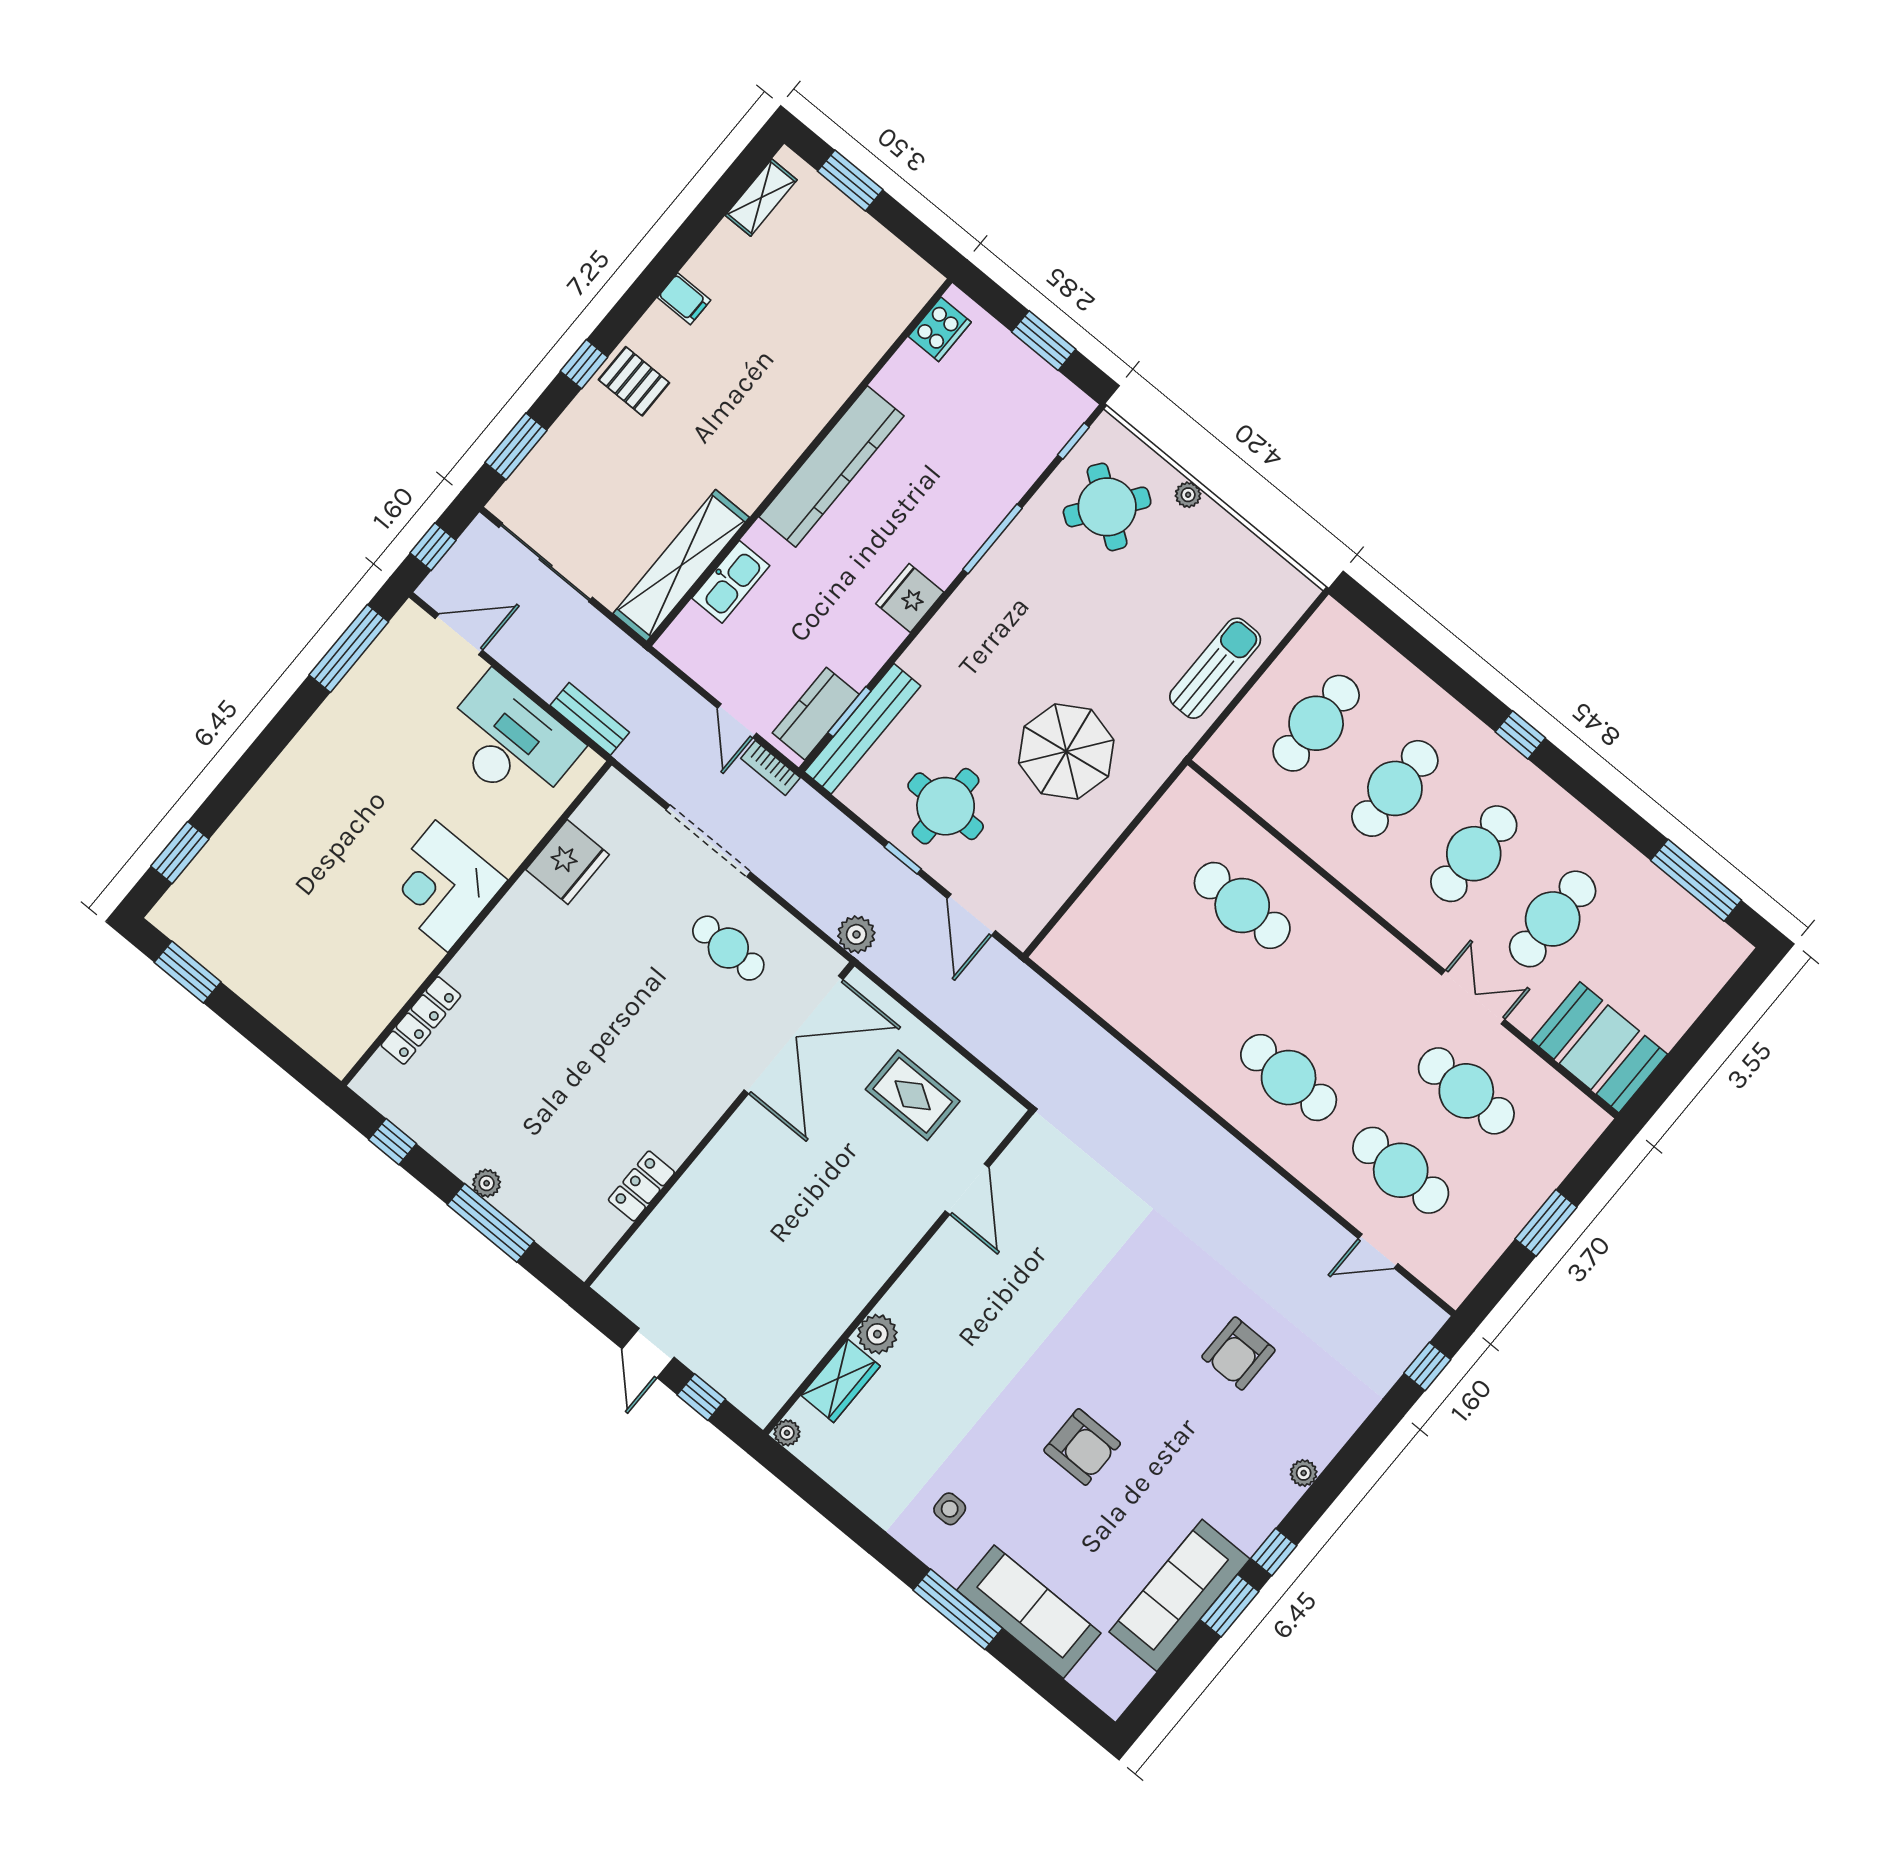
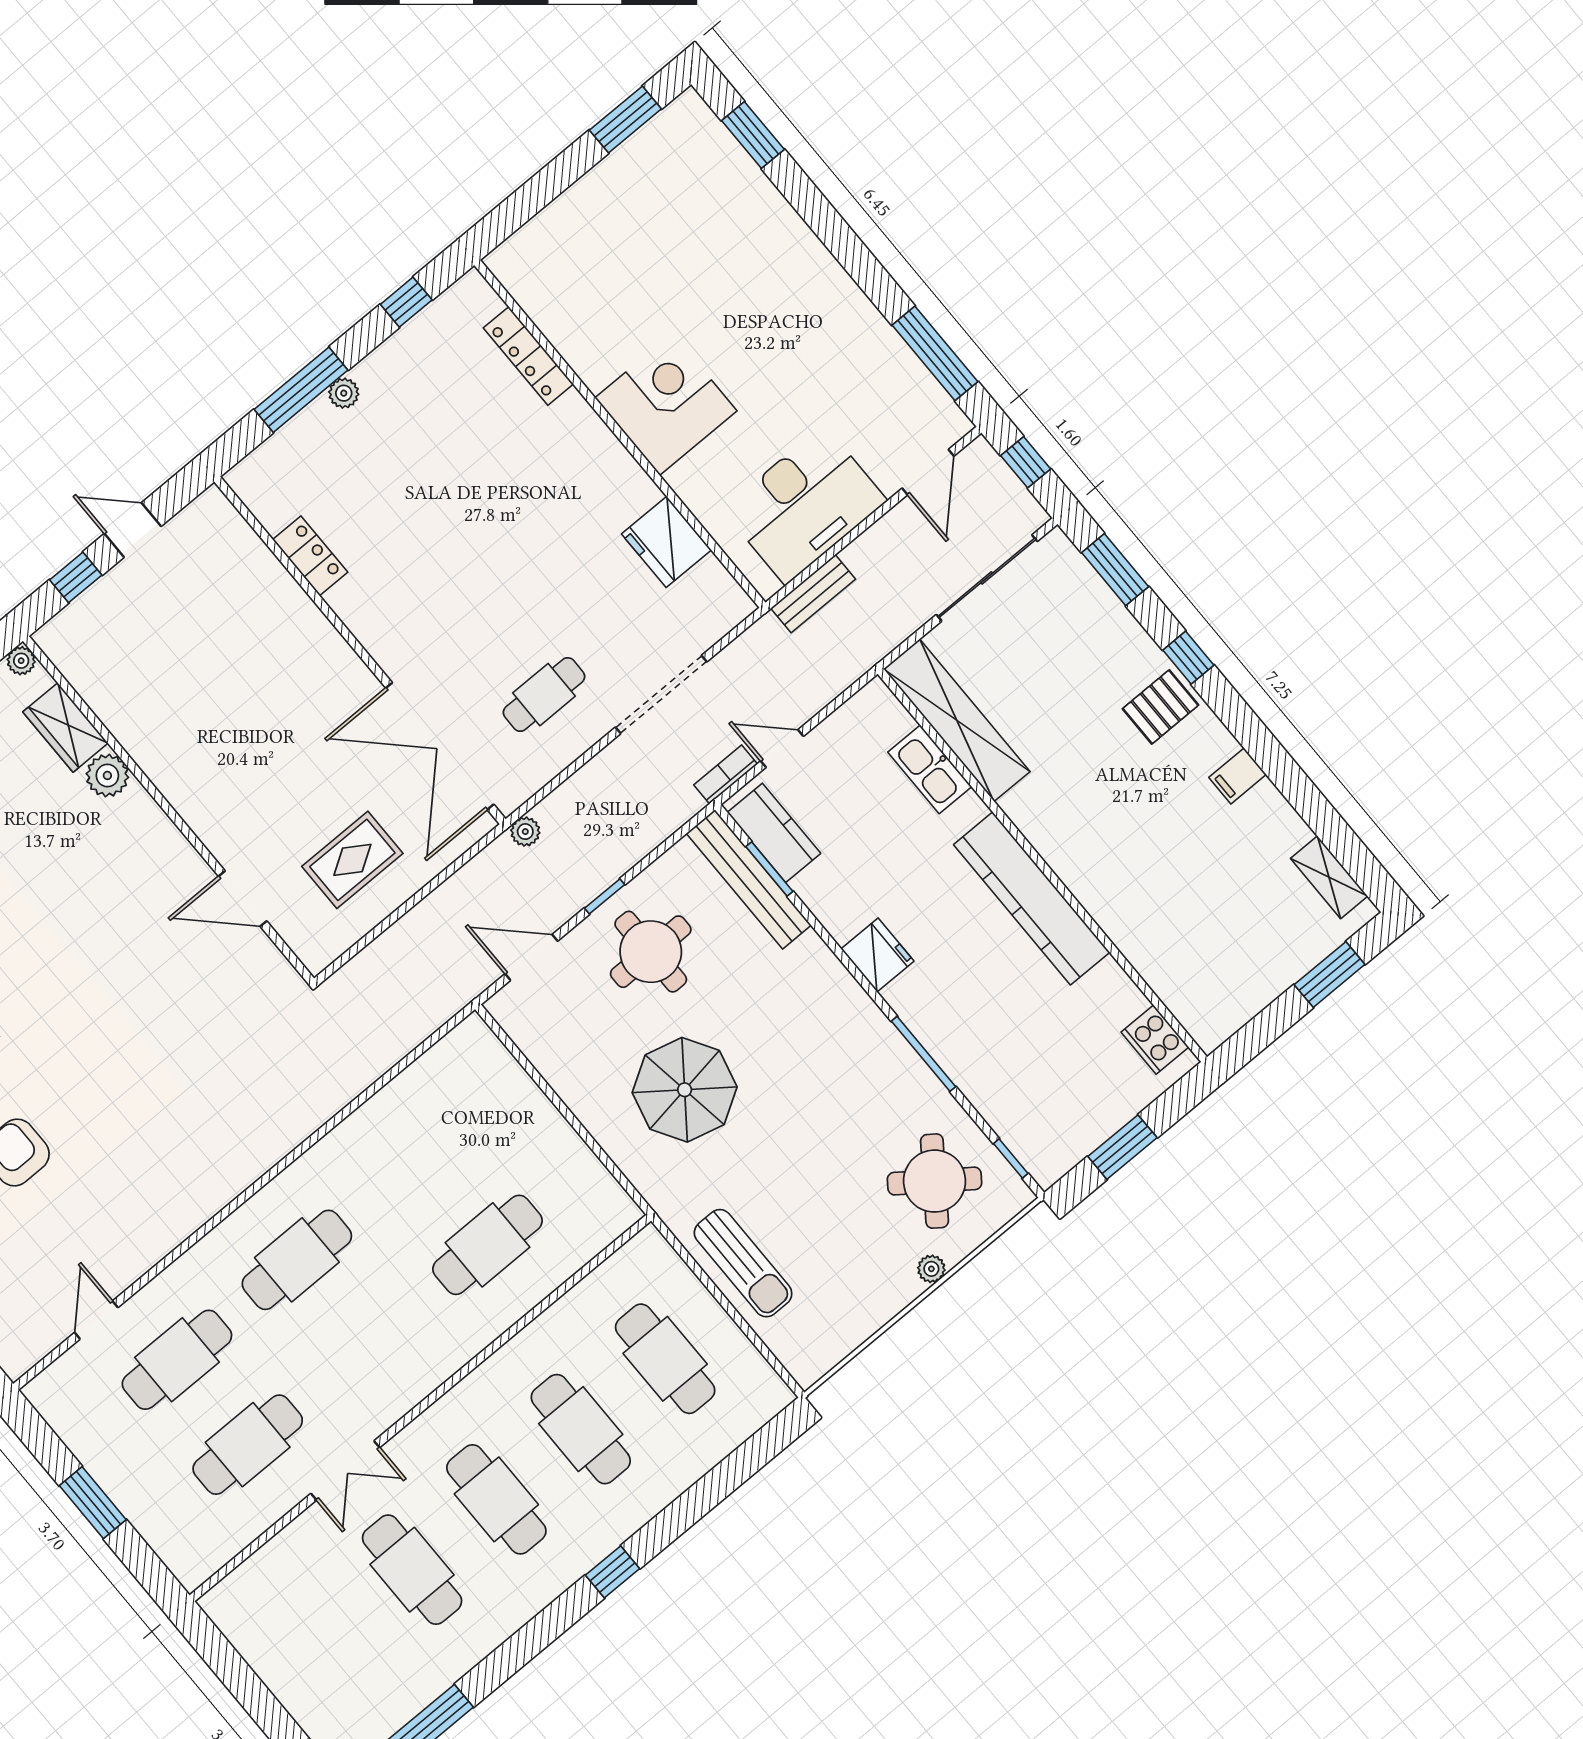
plant: (856, 934) -> (525, 832), width x0.73, depth x0.73
booth: (1599, 1047) -> (267, 1594), removed

